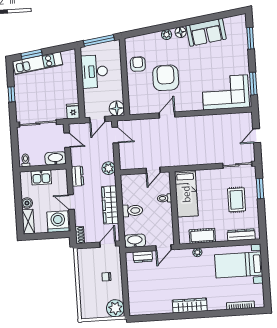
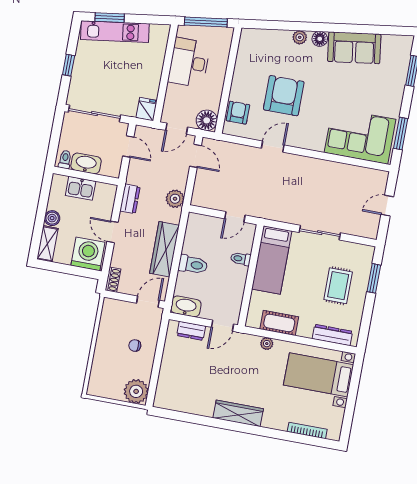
armchair: (138, 64) -> (238, 113), moved
washbasin: (55, 158) -> (86, 163), moved
sliding door: (237, 165) -> (320, 233), moved

